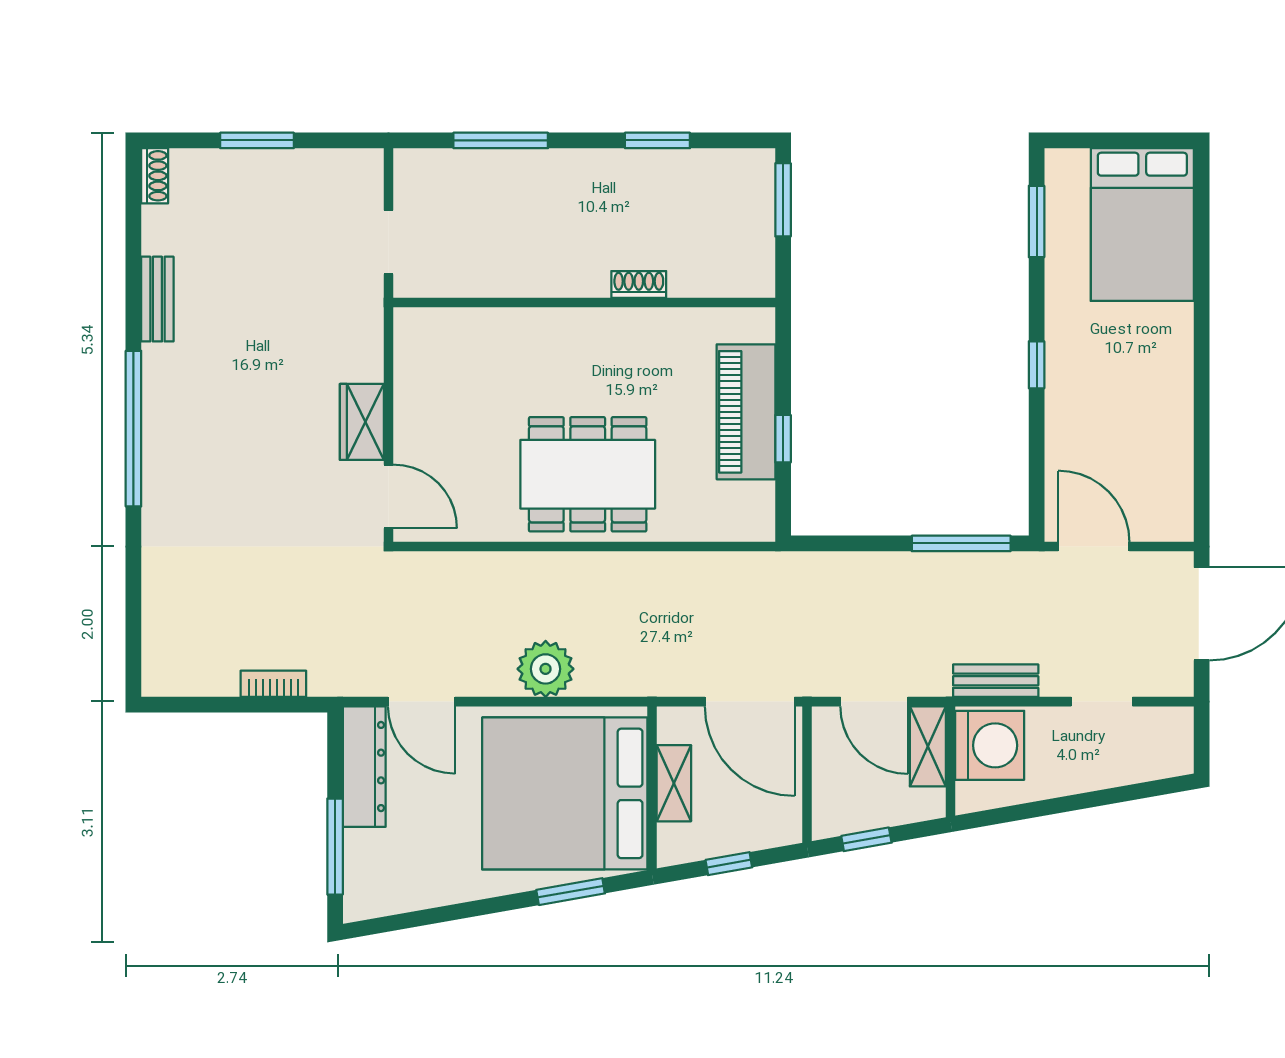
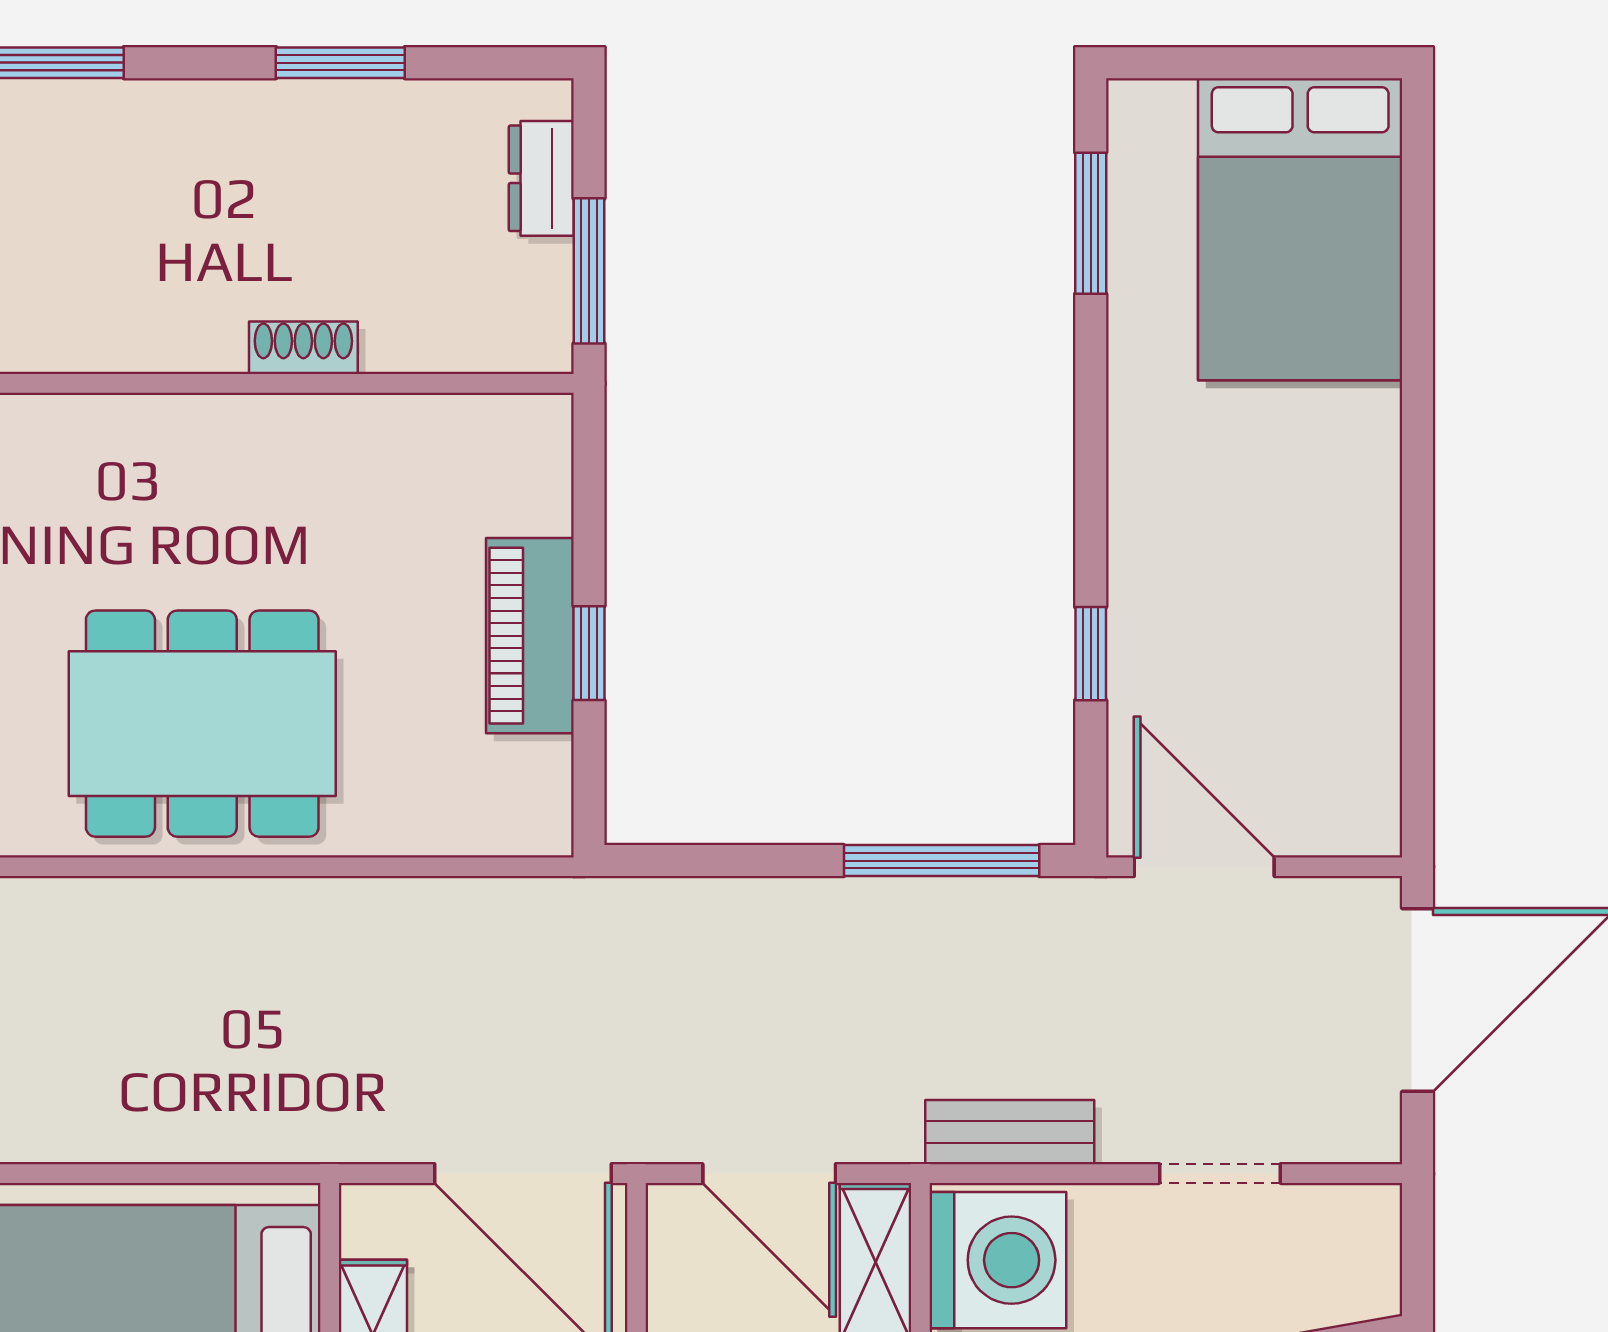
dresser: (759, 199) -> (541, 178), added
window: (783, 200) -> (589, 271), moved
window: (1037, 365) -> (1091, 654), moved
piano: (746, 412) -> (530, 636), width x0.73, depth x0.75
plant: (546, 669) -> (119, 1109), removed

